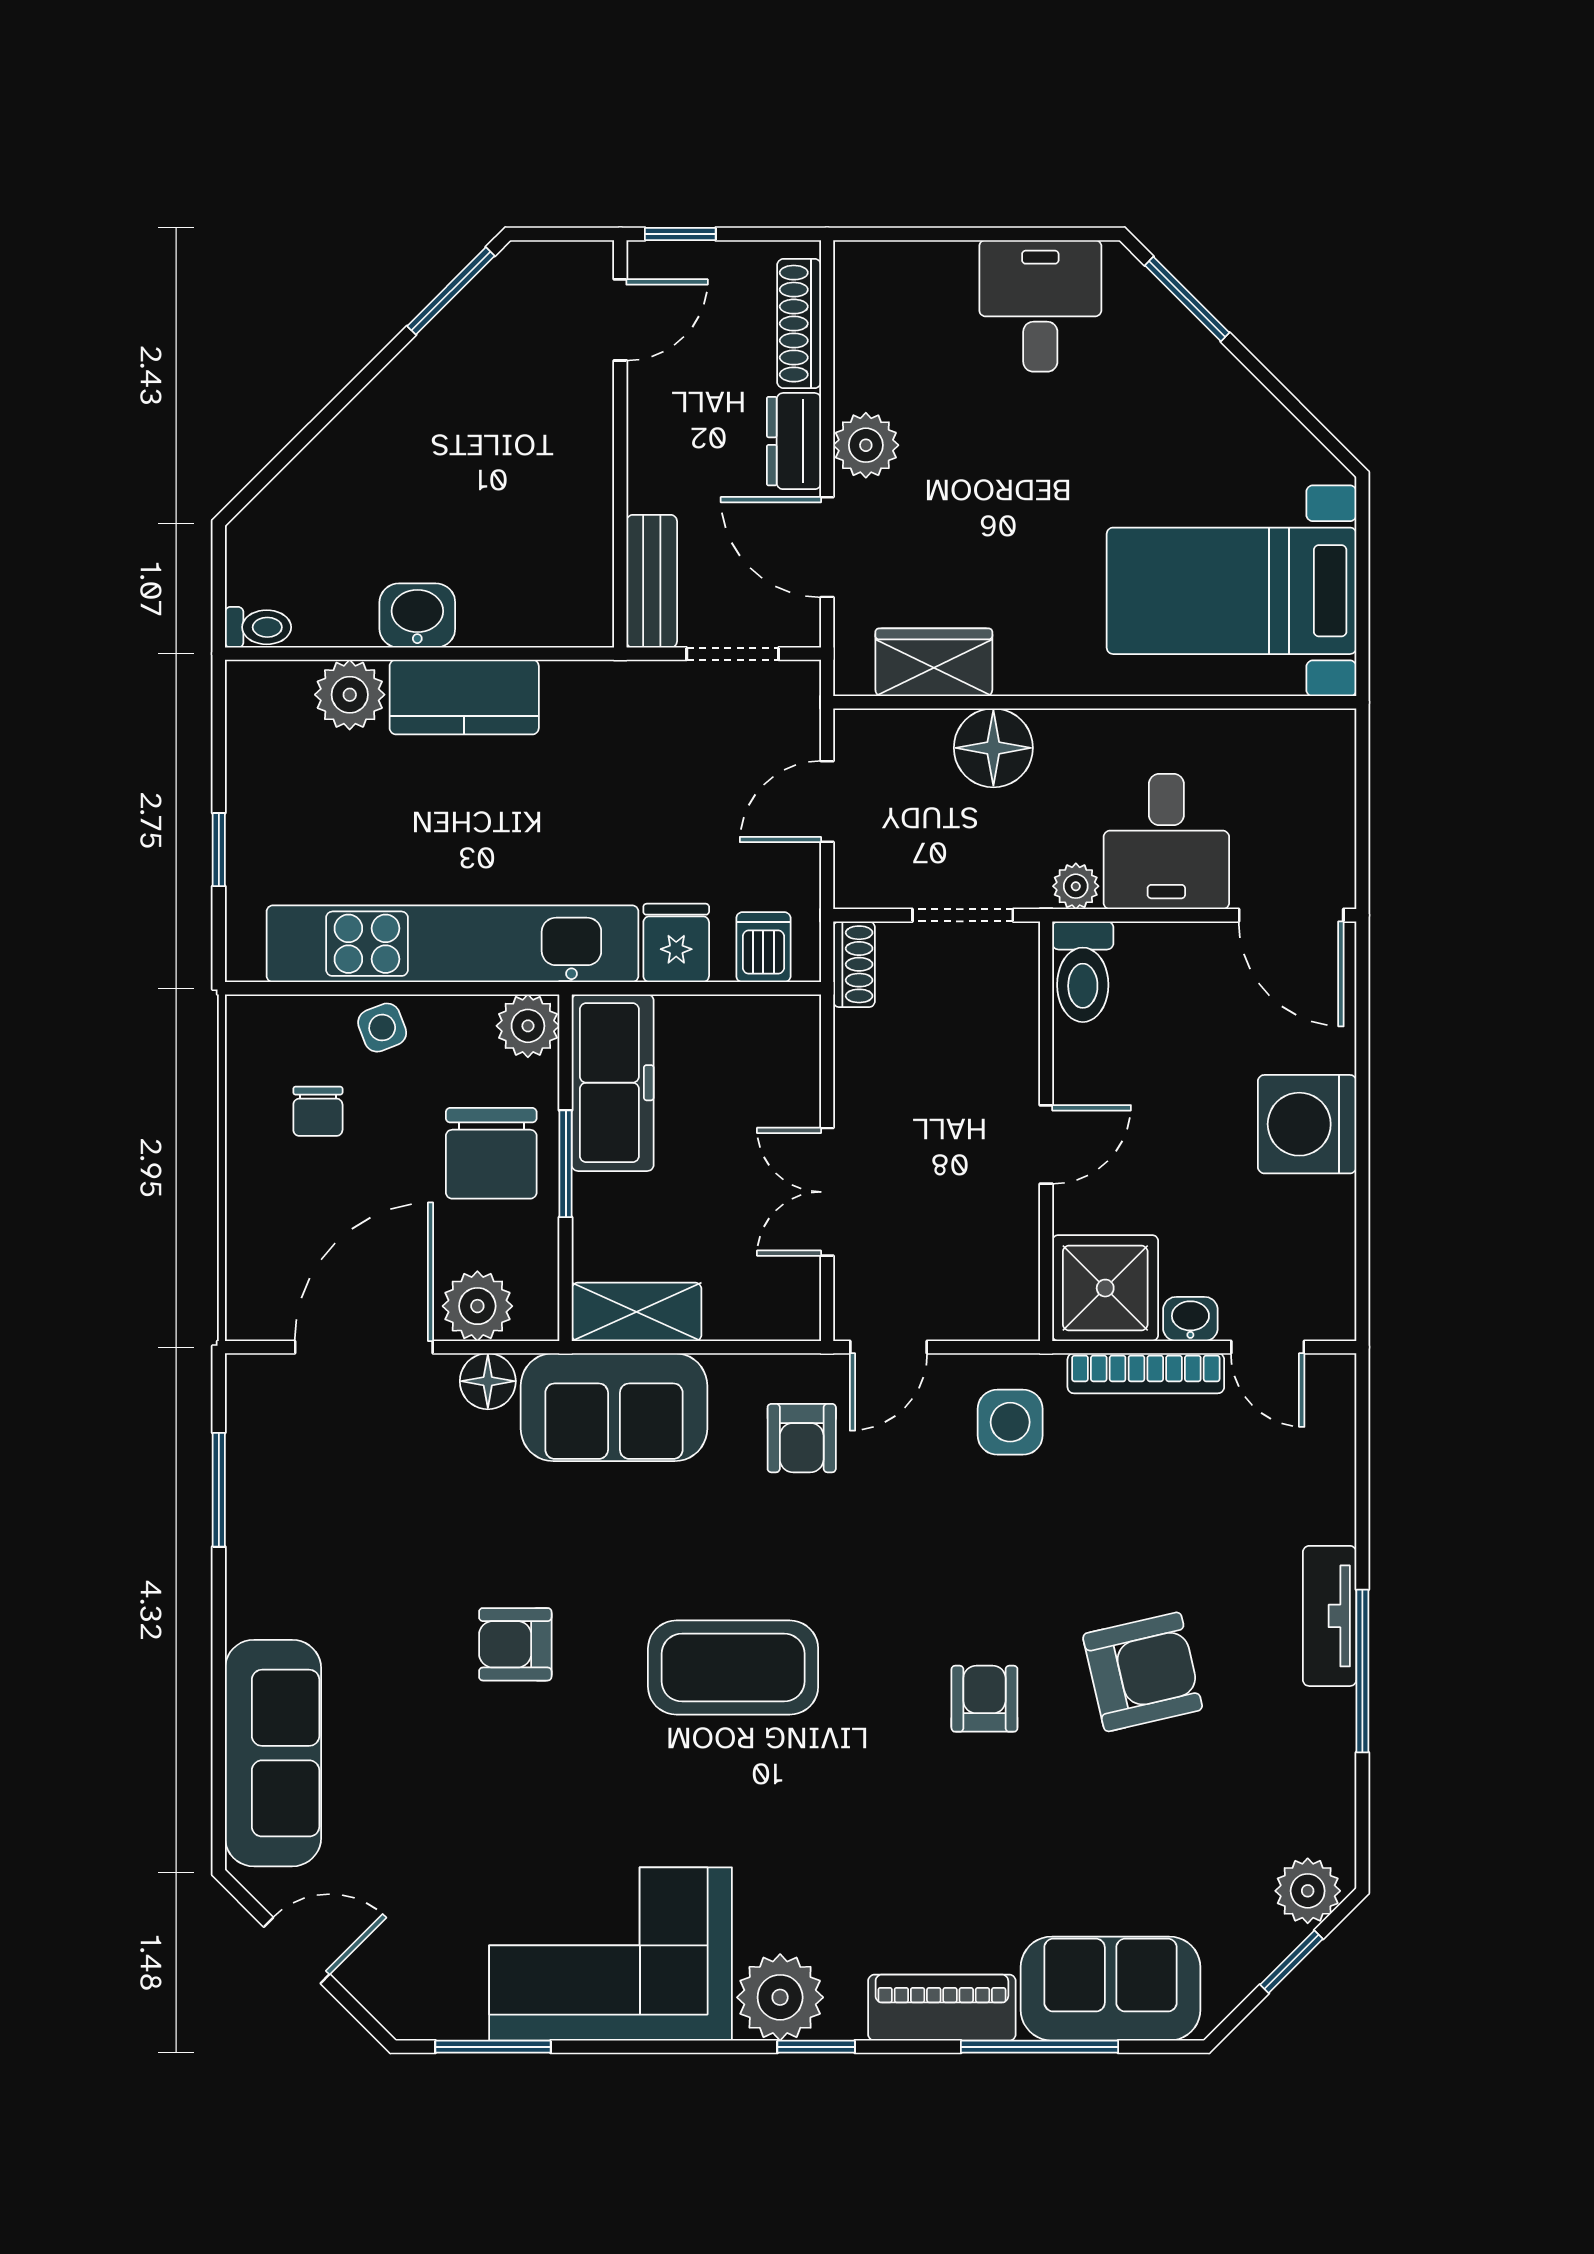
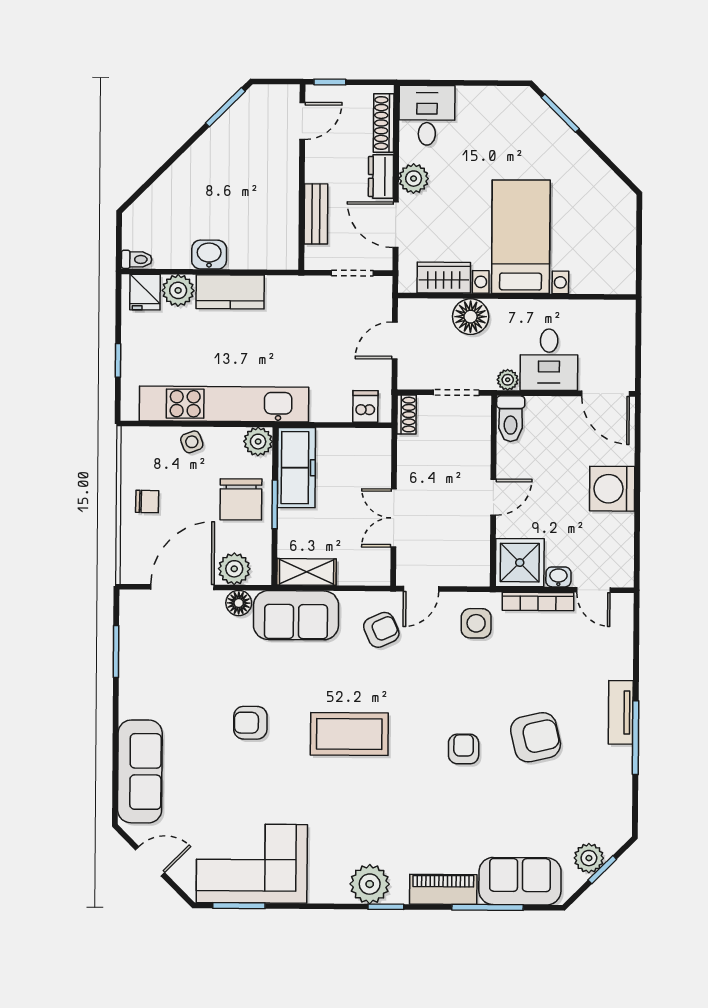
desk: (1040, 306) -> (427, 115), moved
bench: (652, 581) -> (316, 214), moved
bed with nightstands: (1232, 591) -> (521, 237), moved, turned 90
fridge: (676, 943) -> (145, 292), moved, turned 180
chair: (318, 1111) -> (147, 502), moved, turned -89
armchair: (802, 1438) -> (381, 630), turned -114
plant: (1308, 1891) -> (589, 858), moved
corner sofa: (610, 1954) -> (252, 864), moved

